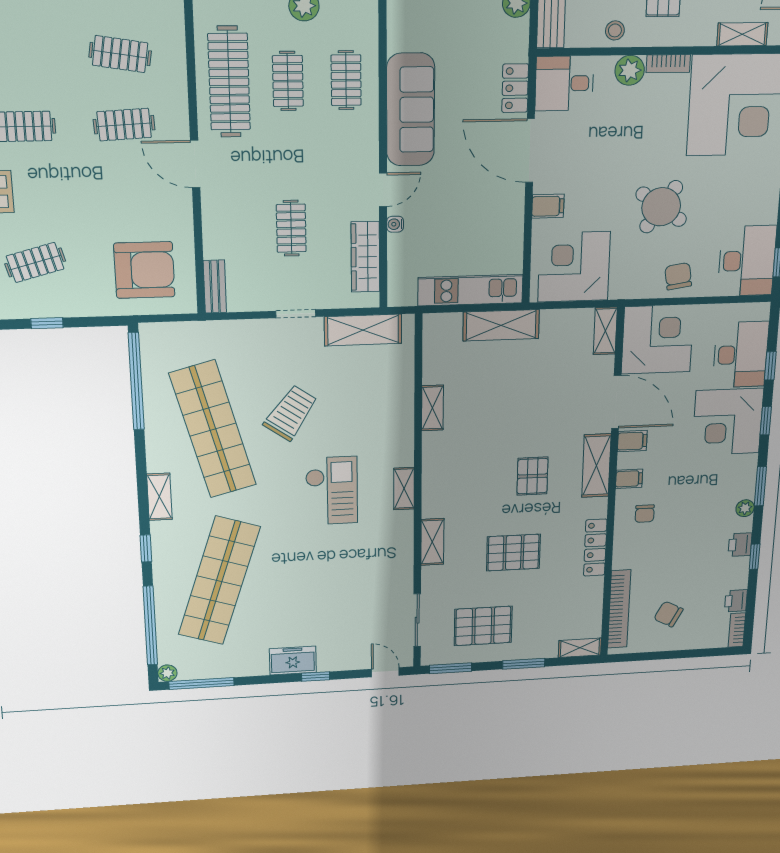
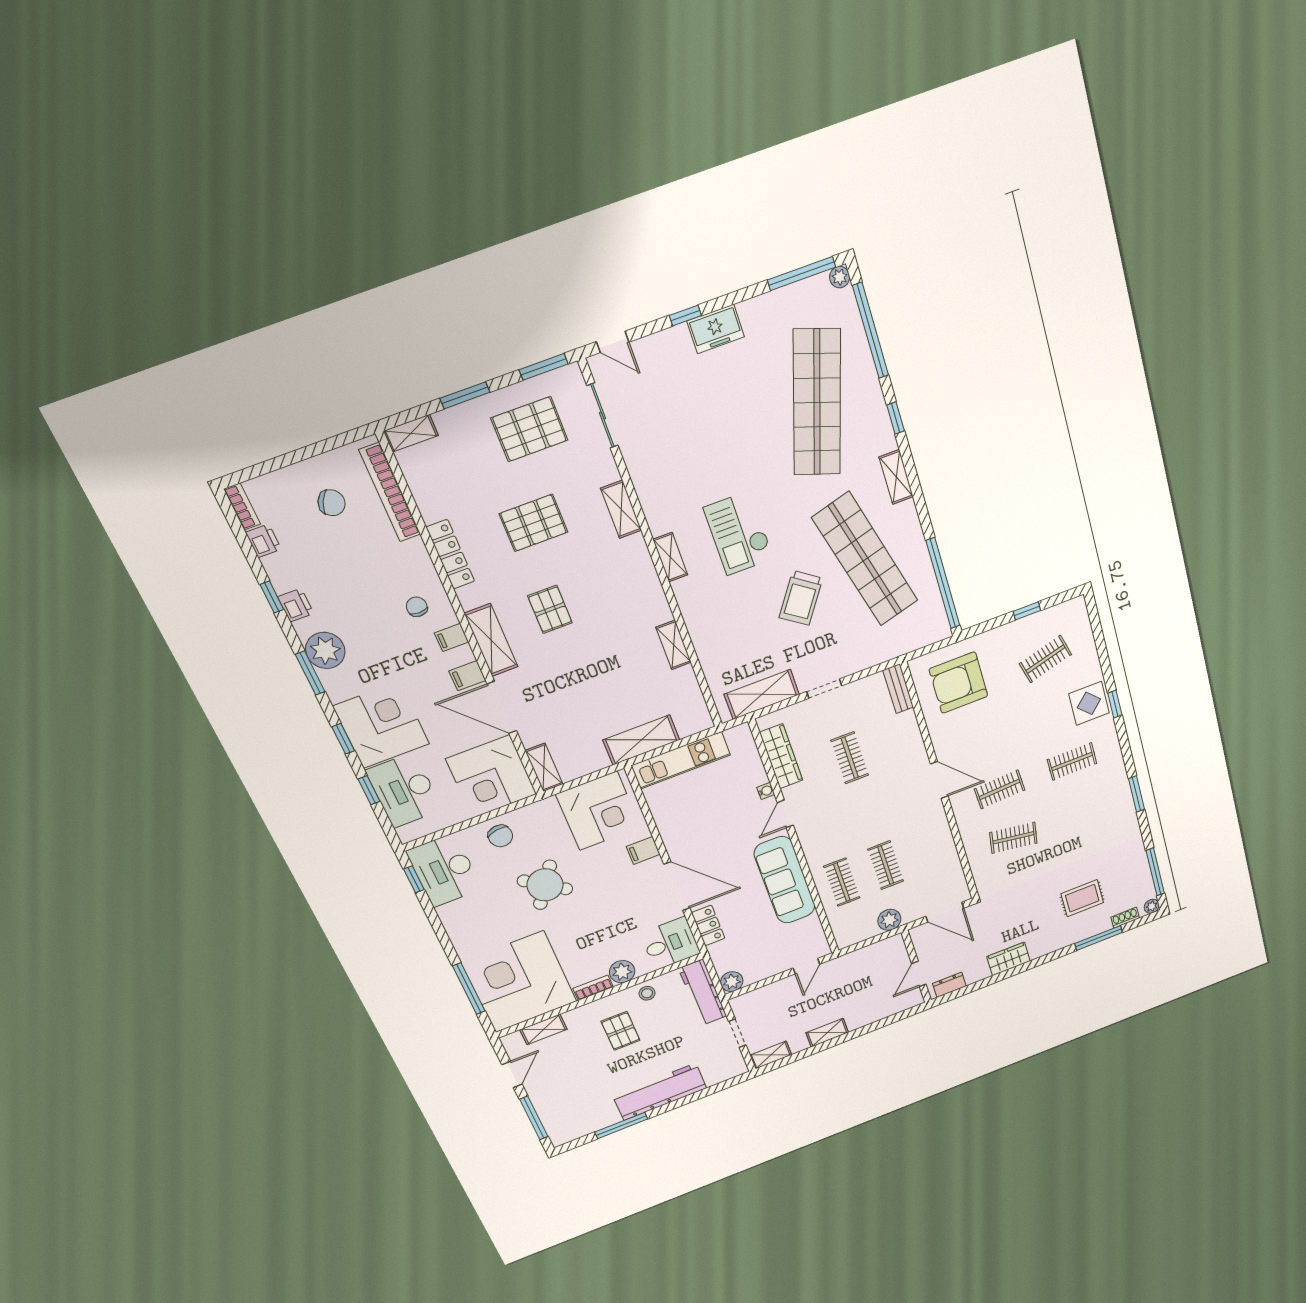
clothes rail: (229, 82) -> (929, 848), removed
plant: (745, 508) -> (325, 650), width x1.87, depth x1.87

